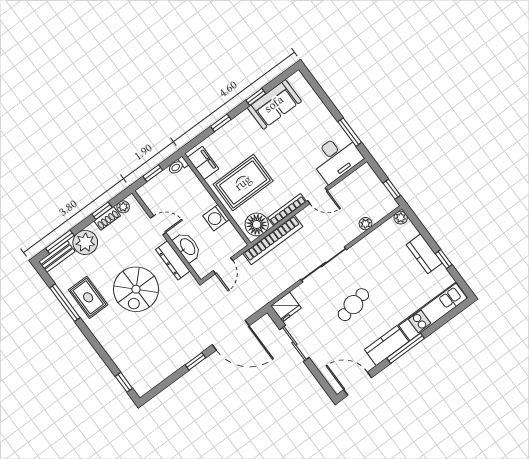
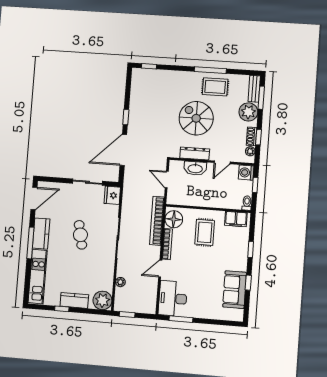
rug: (243, 183) -> (205, 232), width x0.73, depth x0.70
washing machine: (216, 218) -> (246, 173), moved, turned -90
plant: (401, 218) -> (102, 300), width x1.88, depth x1.88
window: (65, 303) -> (210, 70), moved

